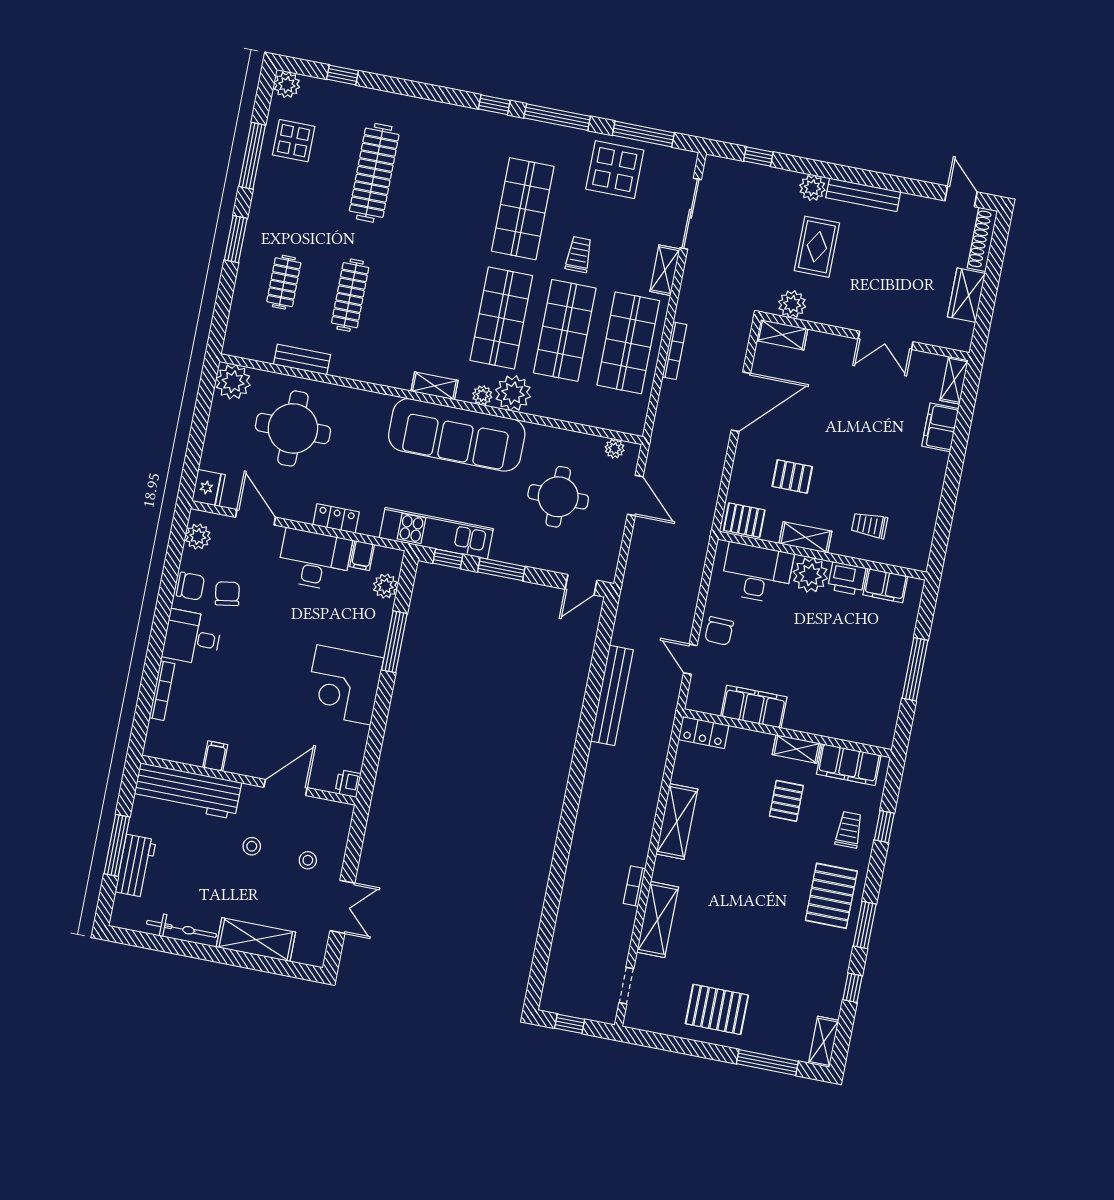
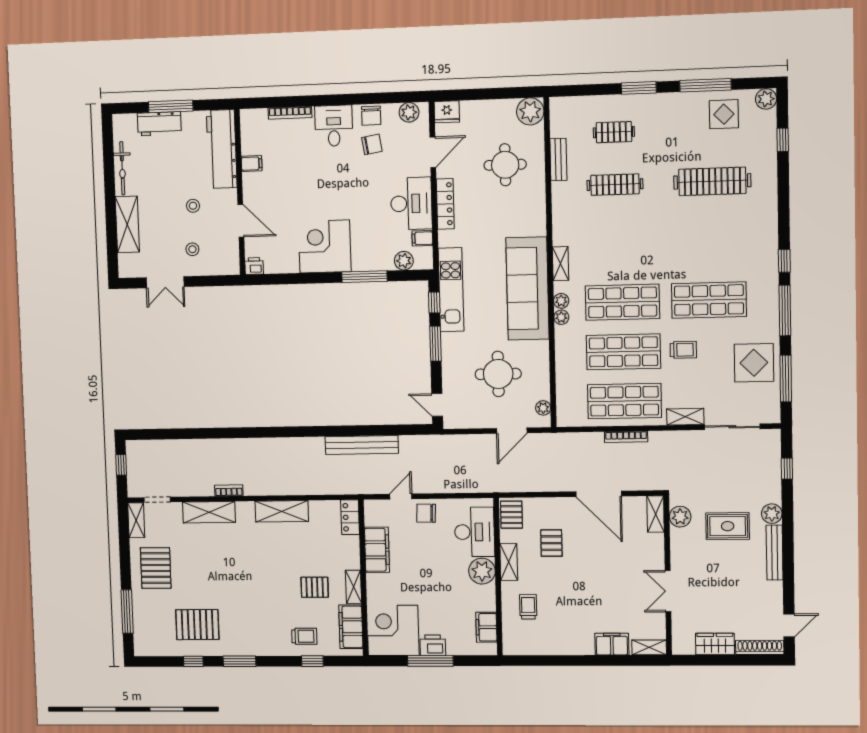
plant: (513, 393) -> (561, 317), width x0.53, depth x0.53
round table: (293, 428) -> (505, 165), width x0.73, depth x0.73
locker: (336, 518) -> (445, 204), width x1.53
printer: (847, 579) -> (433, 645), moved, turned 90
corner desk: (865, 710) -> (393, 630), added
pallet: (831, 896) -> (197, 625), moved
shelving: (824, 1042) -> (136, 520), moved, turned 90

